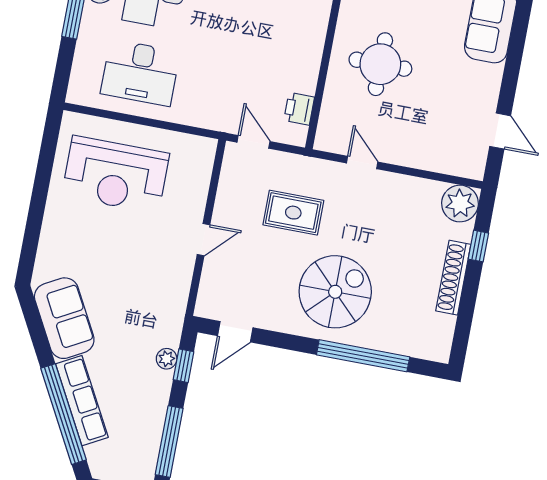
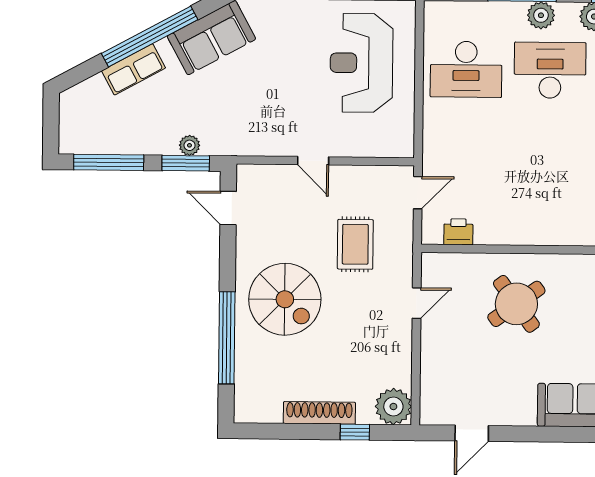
round table: (380, 64) -> (516, 304), turned -36
desk: (140, 73) -> (466, 69), turned -90
window: (184, 366) -> (186, 163), width x1.50
row of seats: (82, 401) -> (133, 69), width x0.68
window: (63, 414) -> (150, 36), moved

